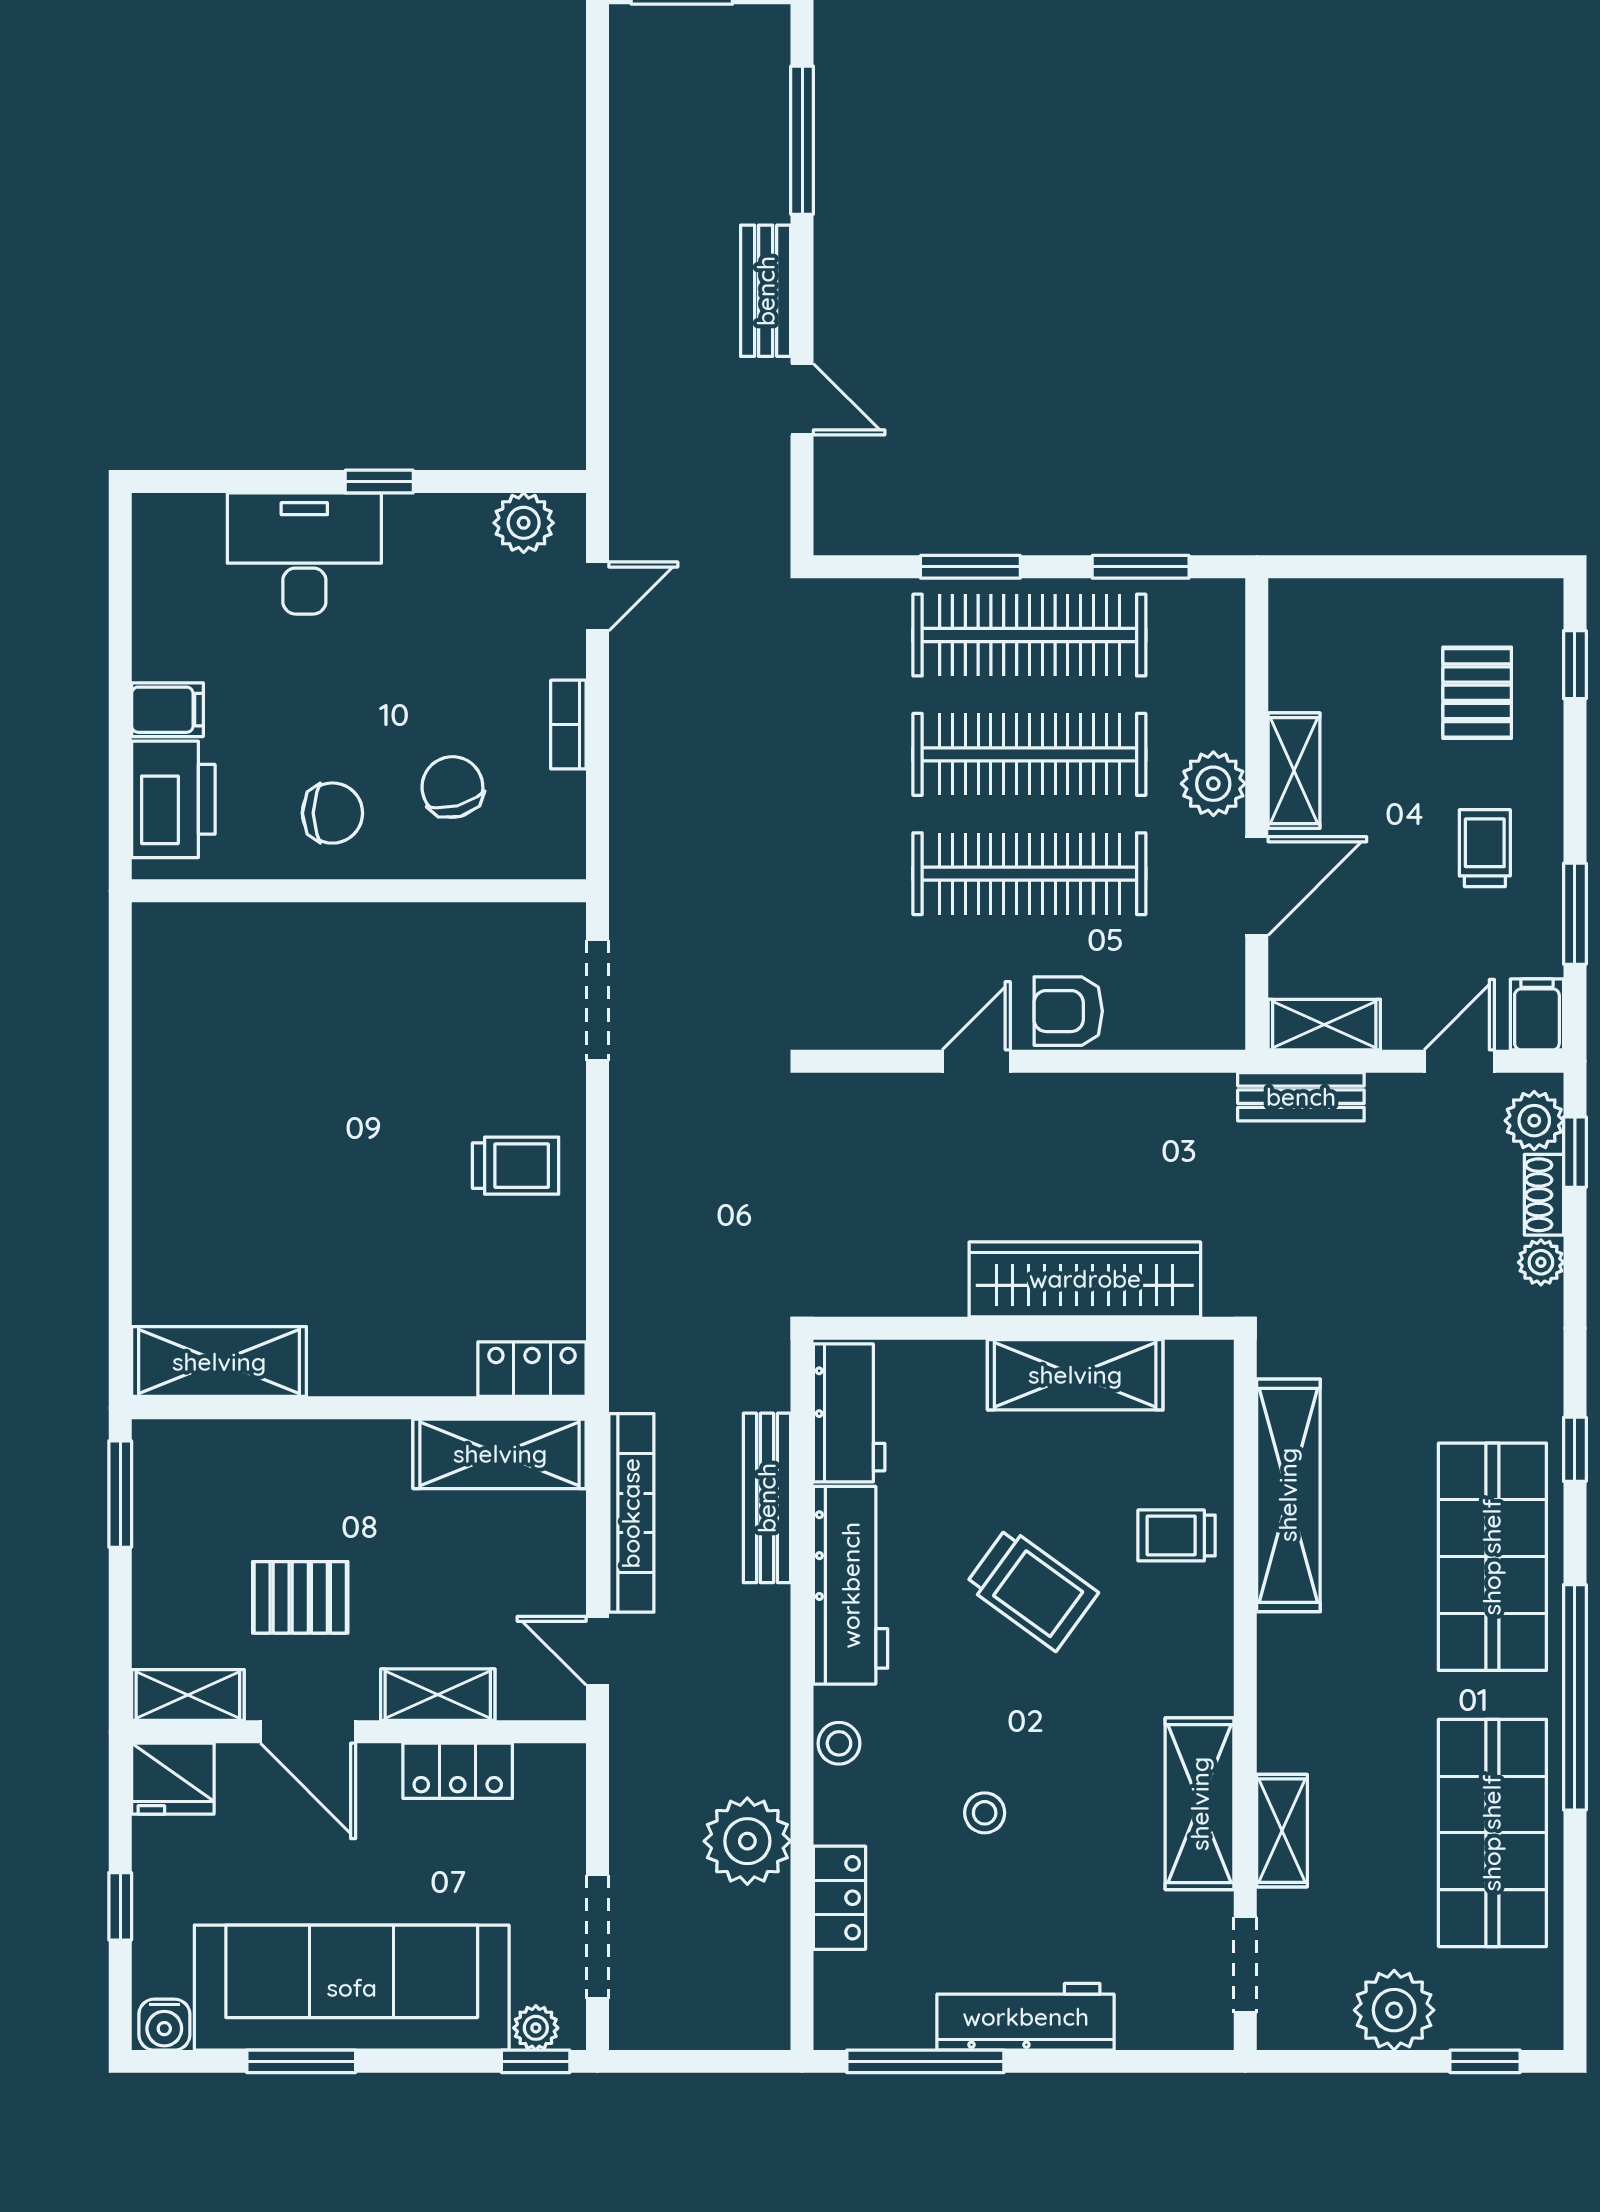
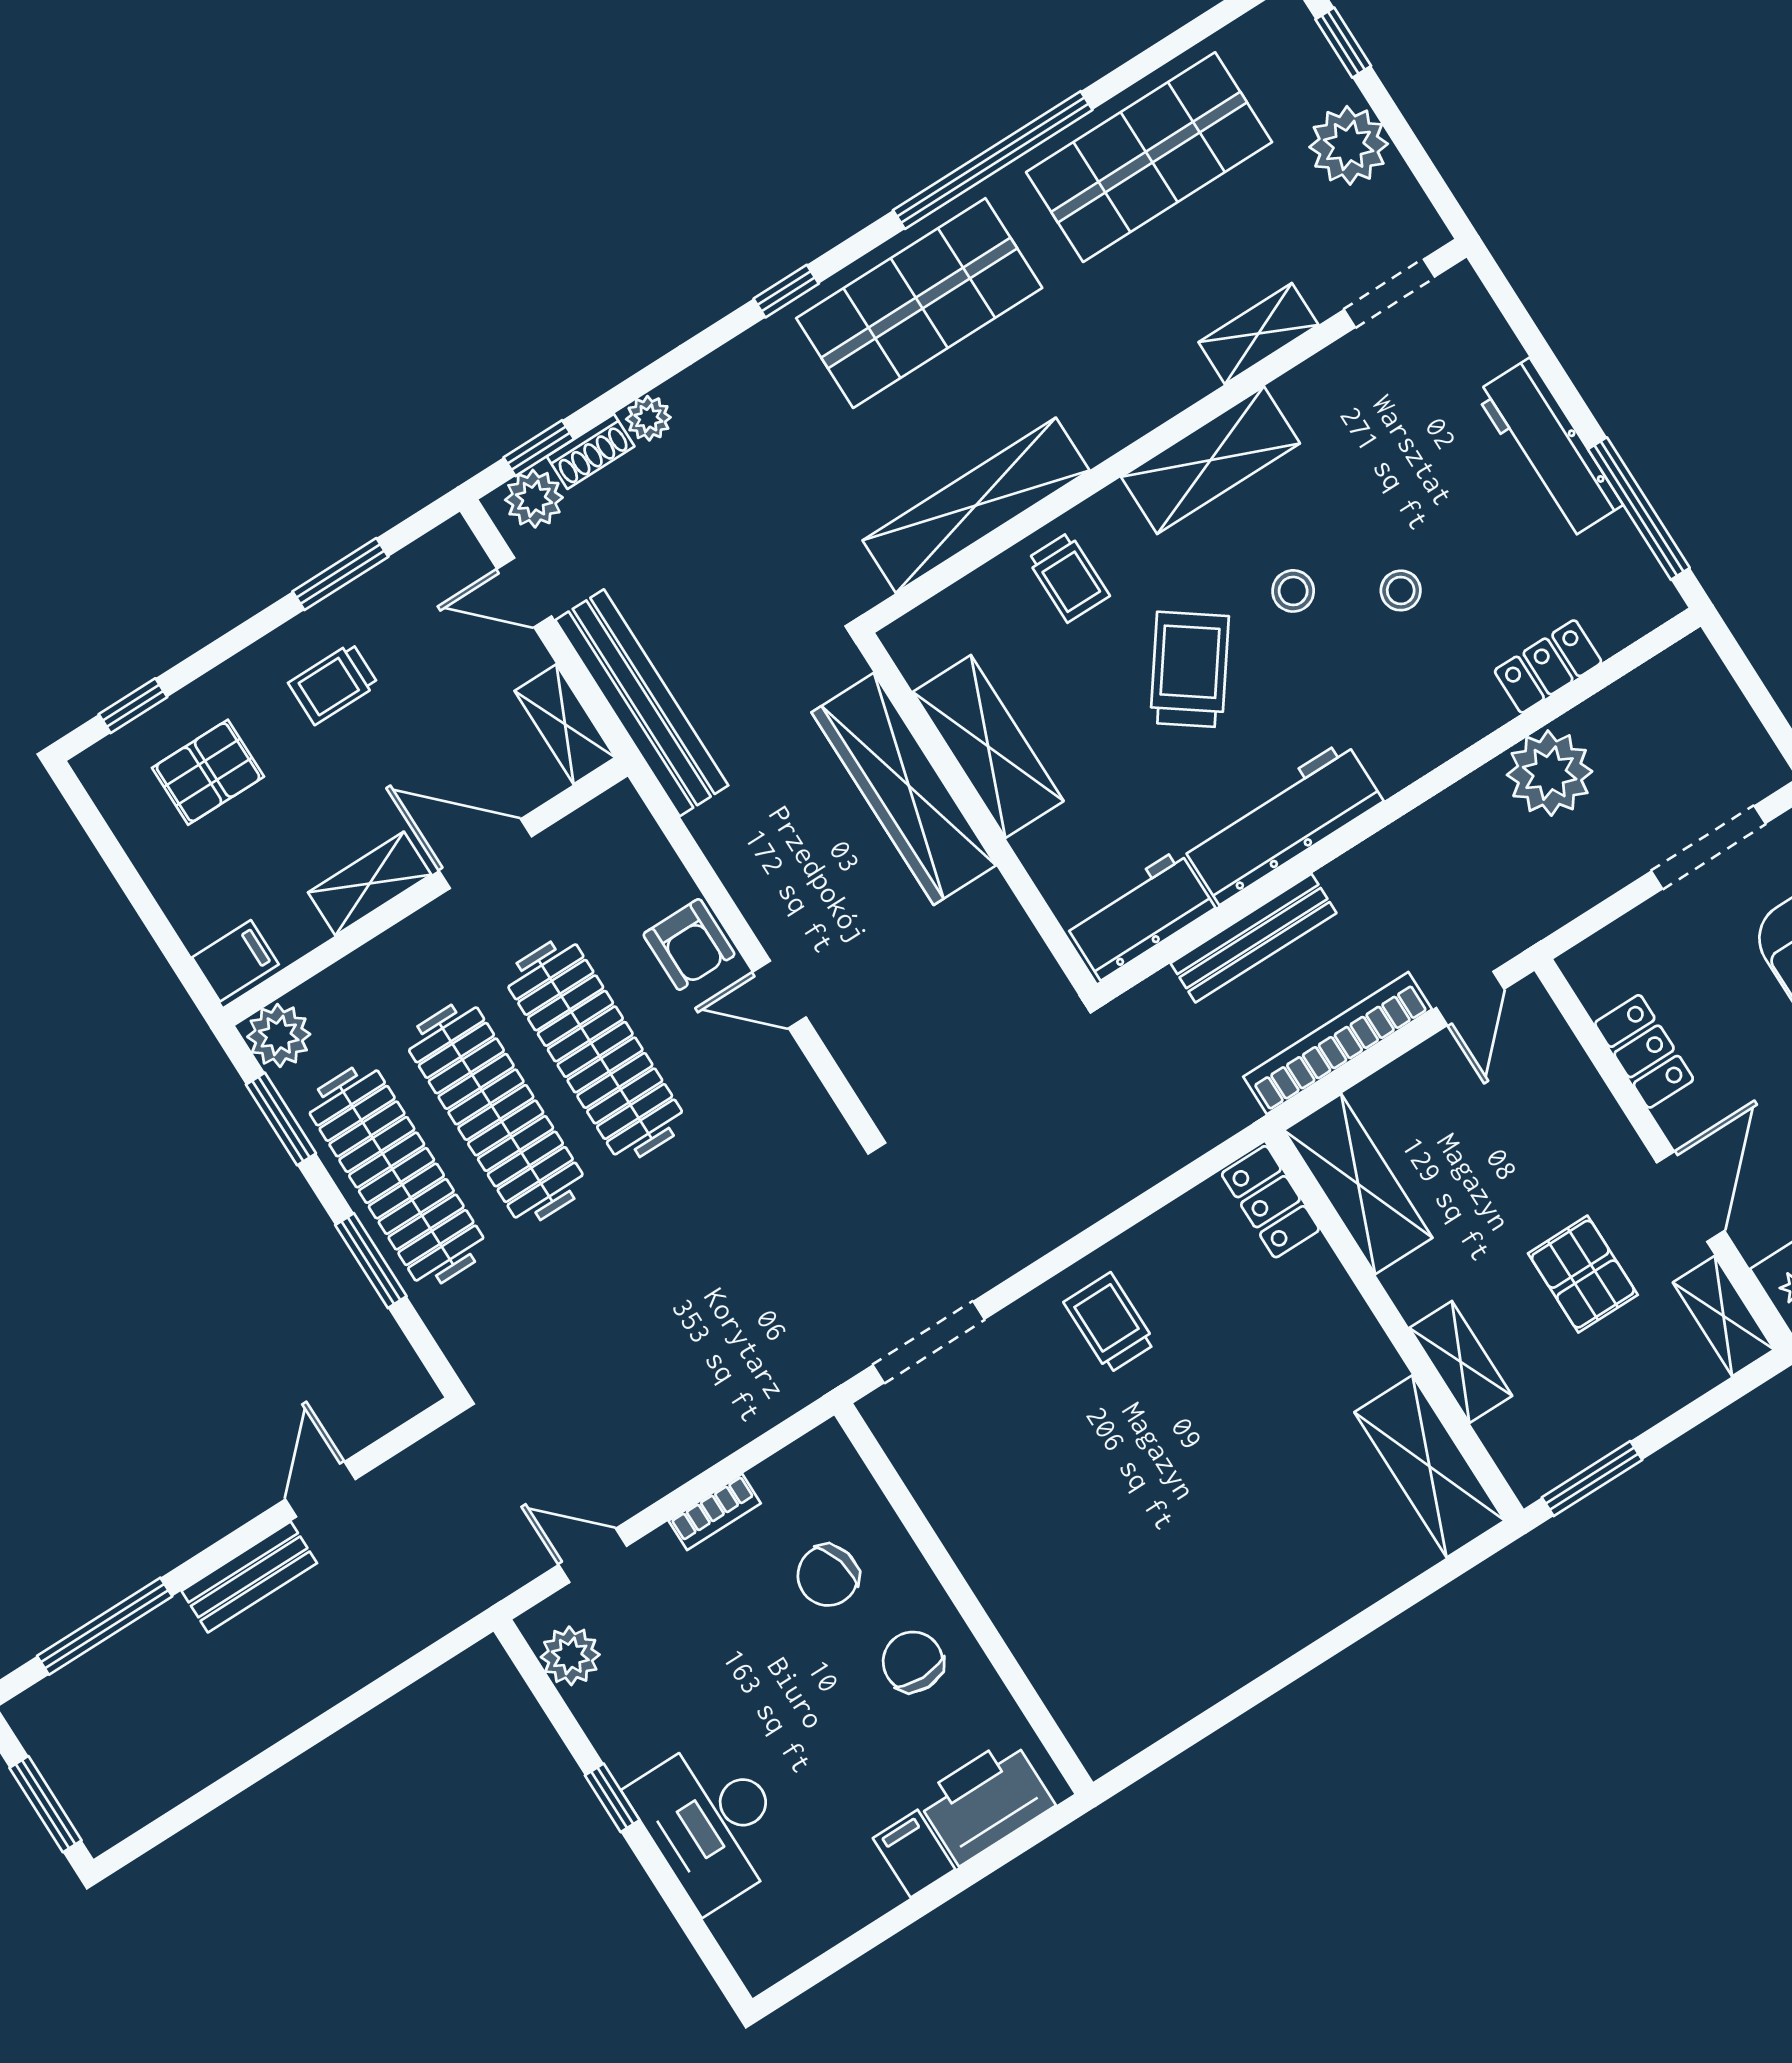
plant: (1213, 784) -> (279, 1036), moved
filing cabinet: (1537, 1014) -> (235, 961), moved, turned 180
bench: (1301, 1097) -> (642, 703), width x1.86, depth x1.21
shelving: (438, 1695) -> (1461, 1362), moved
stool: (839, 1743) -> (1293, 591), moved
shelving: (1200, 1804) -> (1210, 460), moved

